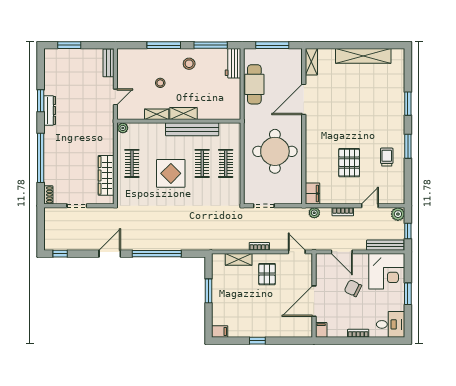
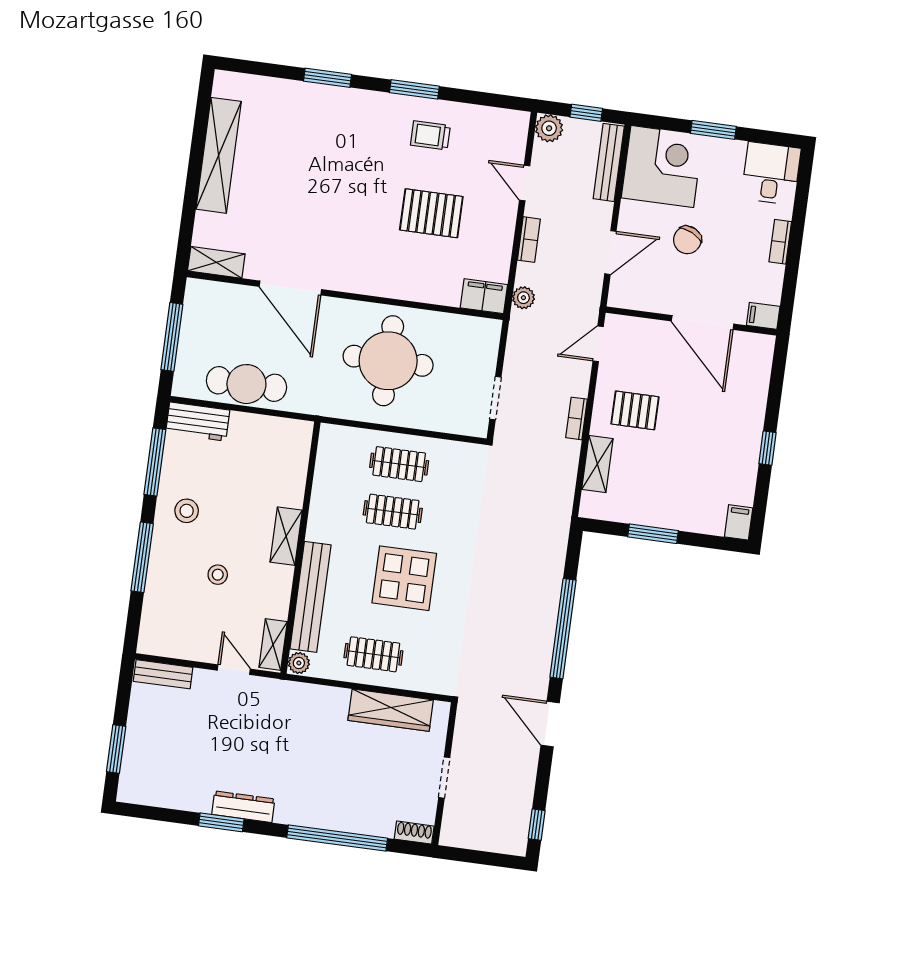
shelving: (157, 114) -> (273, 644), moved
bench: (192, 129) -> (311, 597), moved

